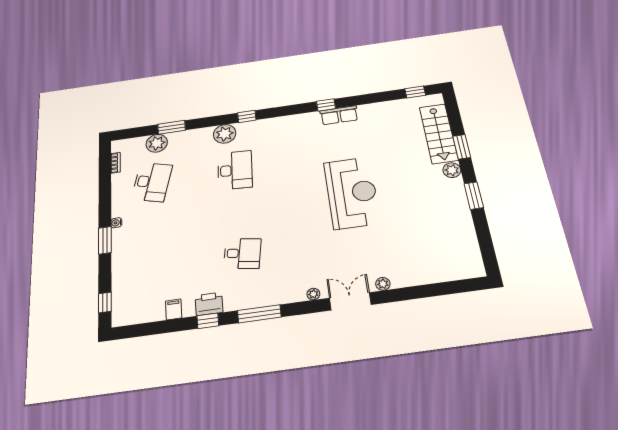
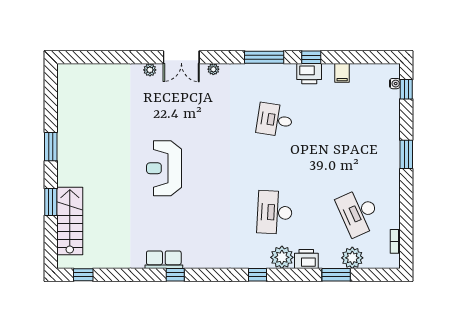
printer: (201, 136) -> (306, 259), added
plant: (452, 170) -> (65, 177), removed
desk: (152, 182) -> (359, 212), turned -39
reception desk: (352, 193) -> (164, 168), width x0.74, depth x0.77
water cooler: (116, 223) -> (395, 84), moved

